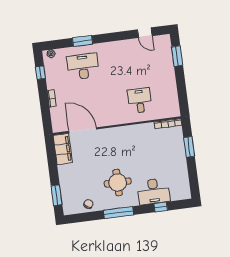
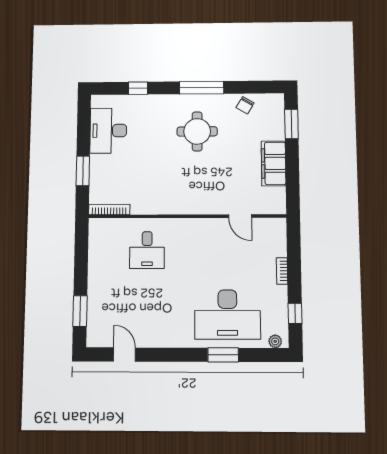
desk: (83, 66) -> (227, 314), width x1.36, depth x1.30
door: (83, 130) -> (240, 216), width x0.53
filing cabinet: (63, 149) -> (274, 163), moved
desk: (154, 191) -> (108, 131), moved, turned -90

